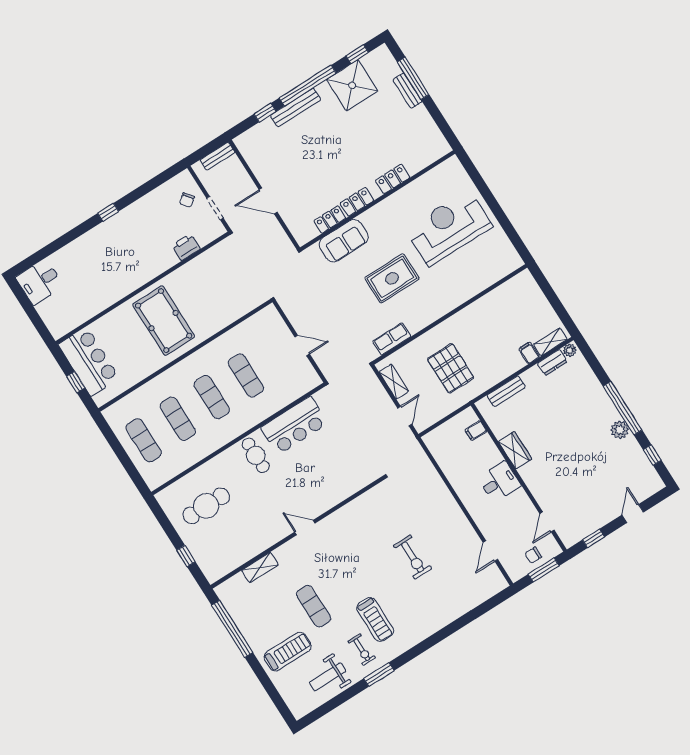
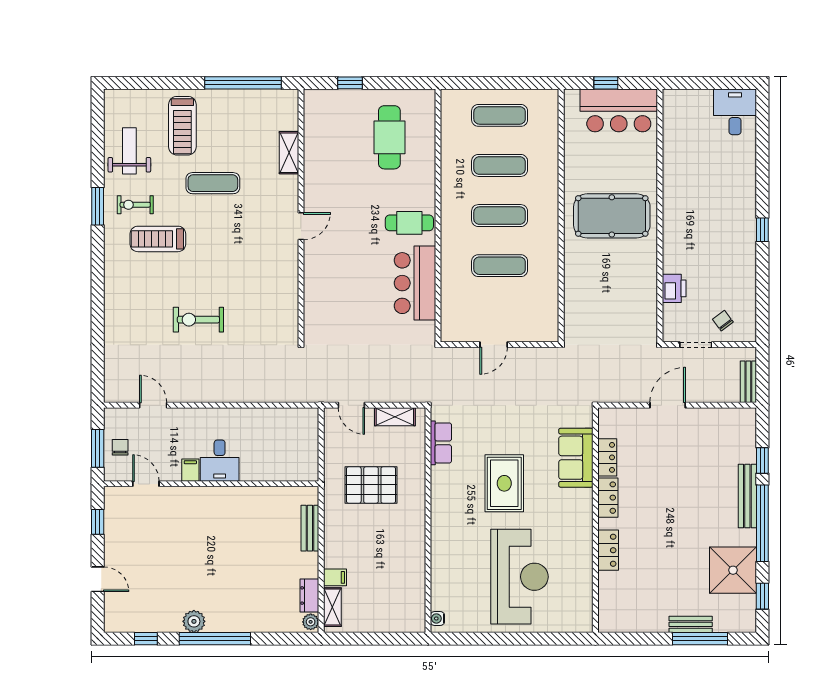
water cooler: (513, 265) -> (437, 618), added
filing cabinet: (476, 431) -> (190, 470), moved
wardrobe: (515, 450) -> (242, 498), removed

